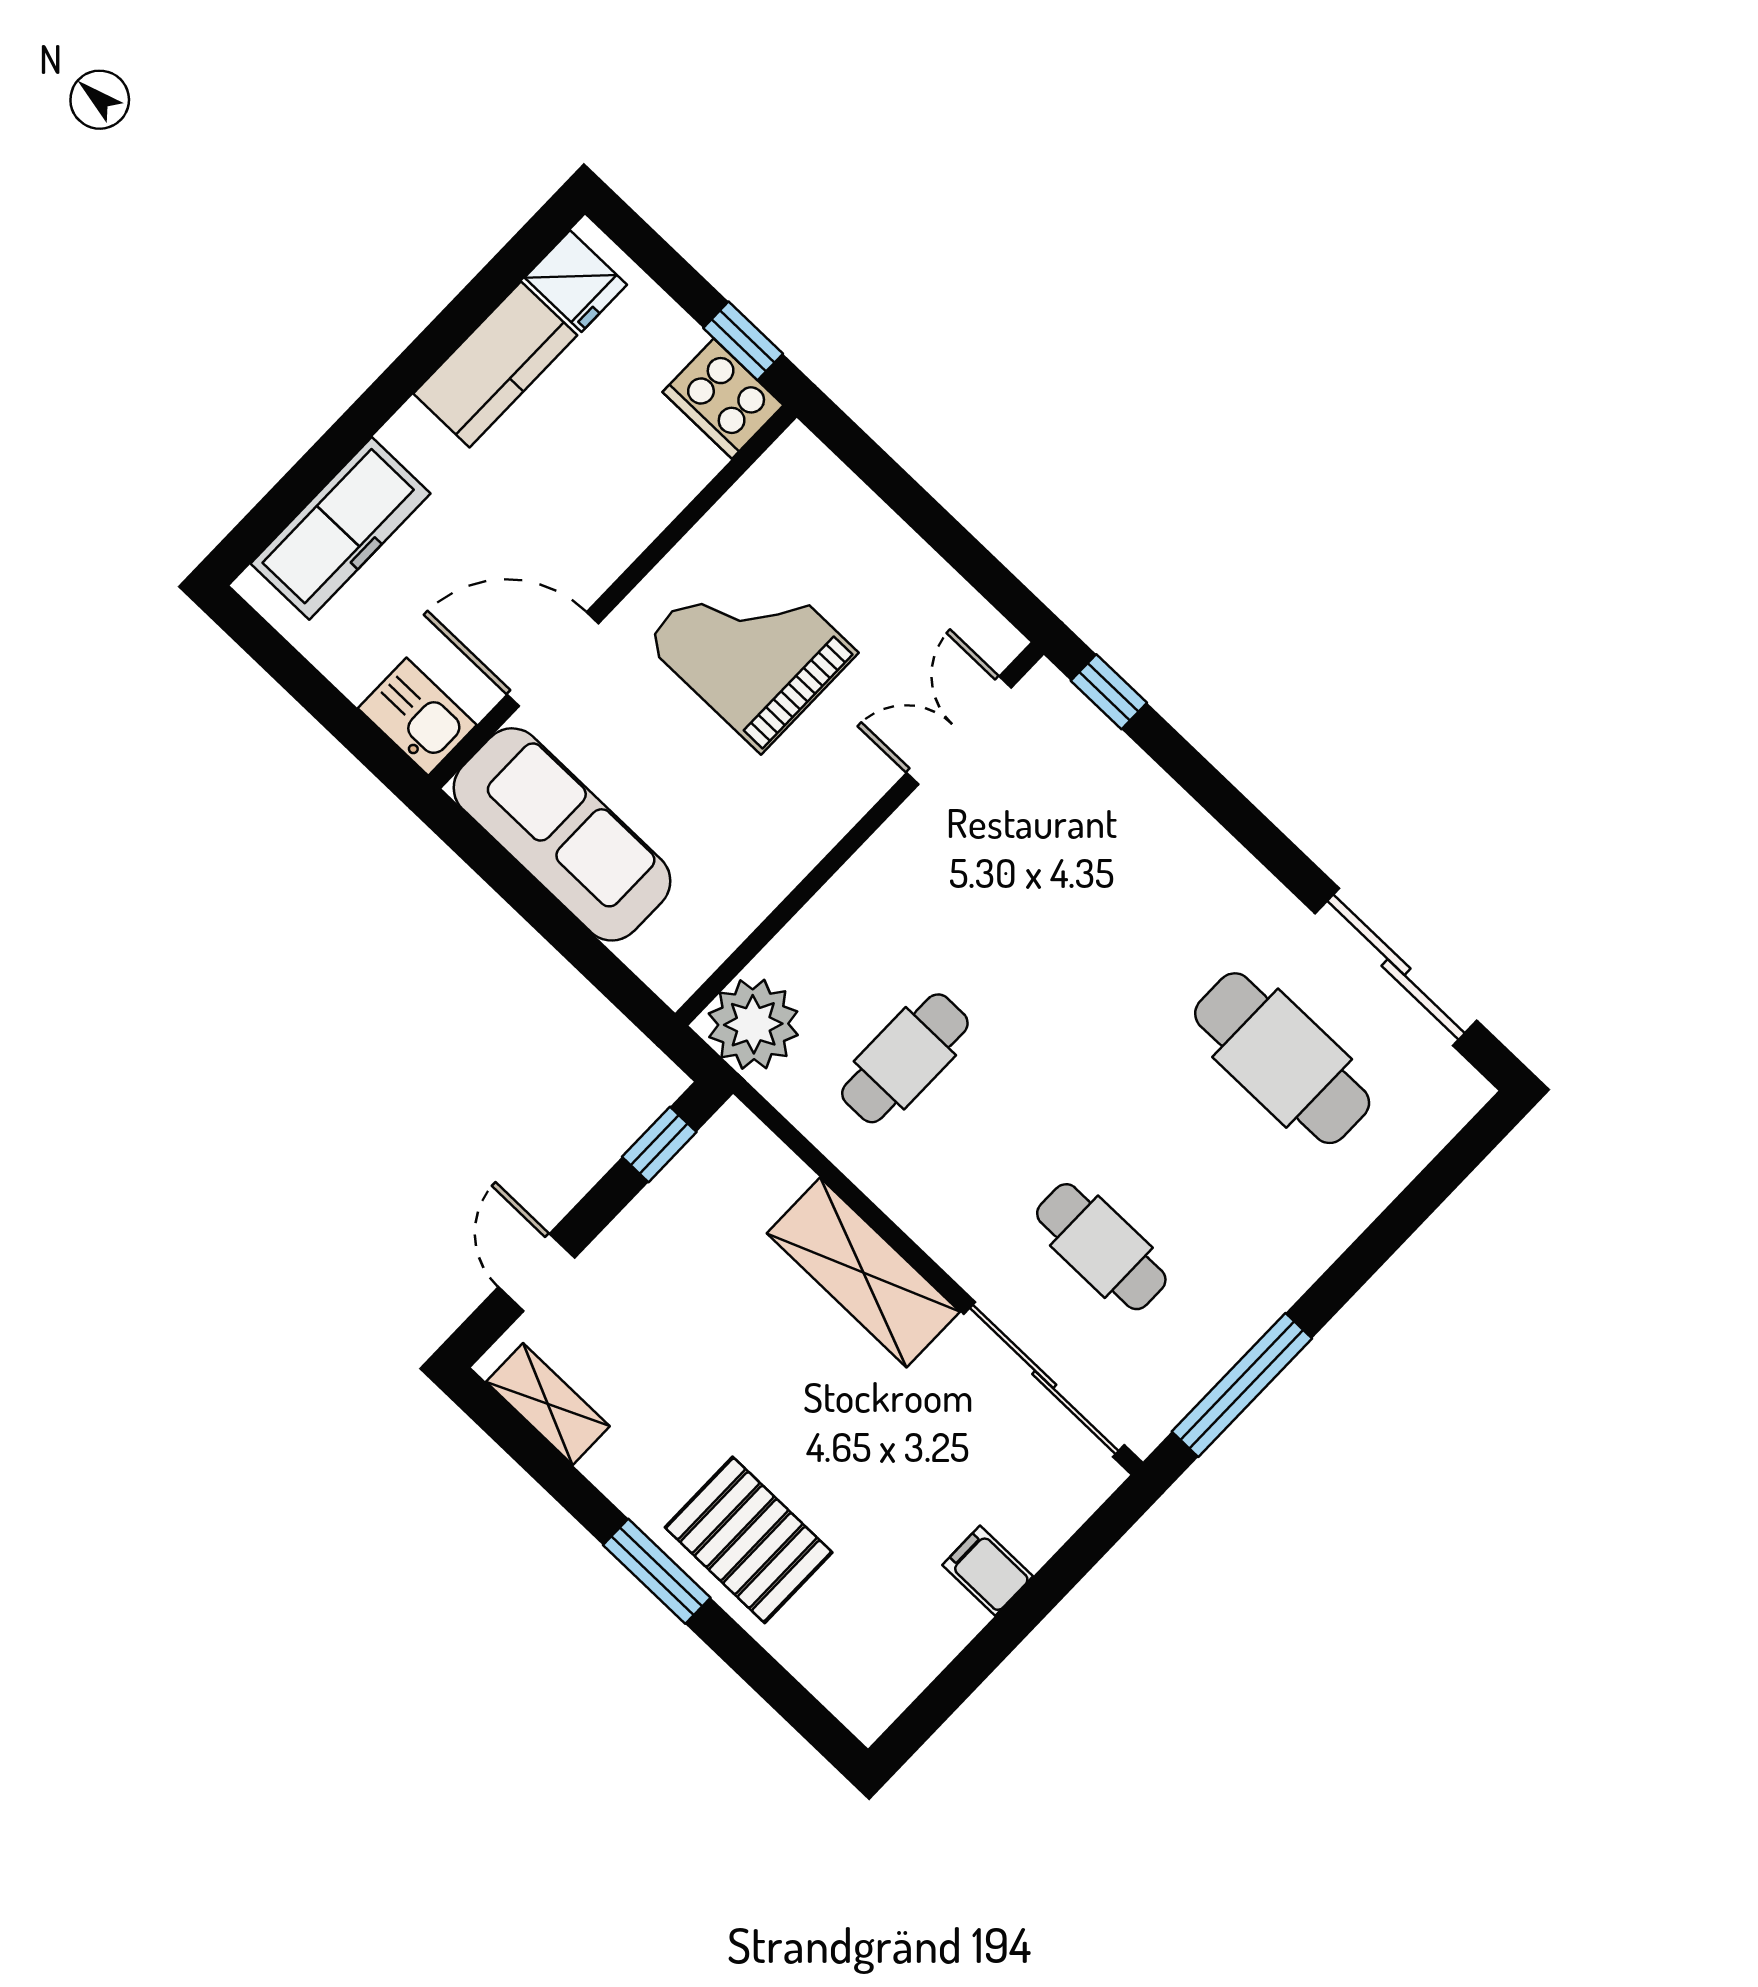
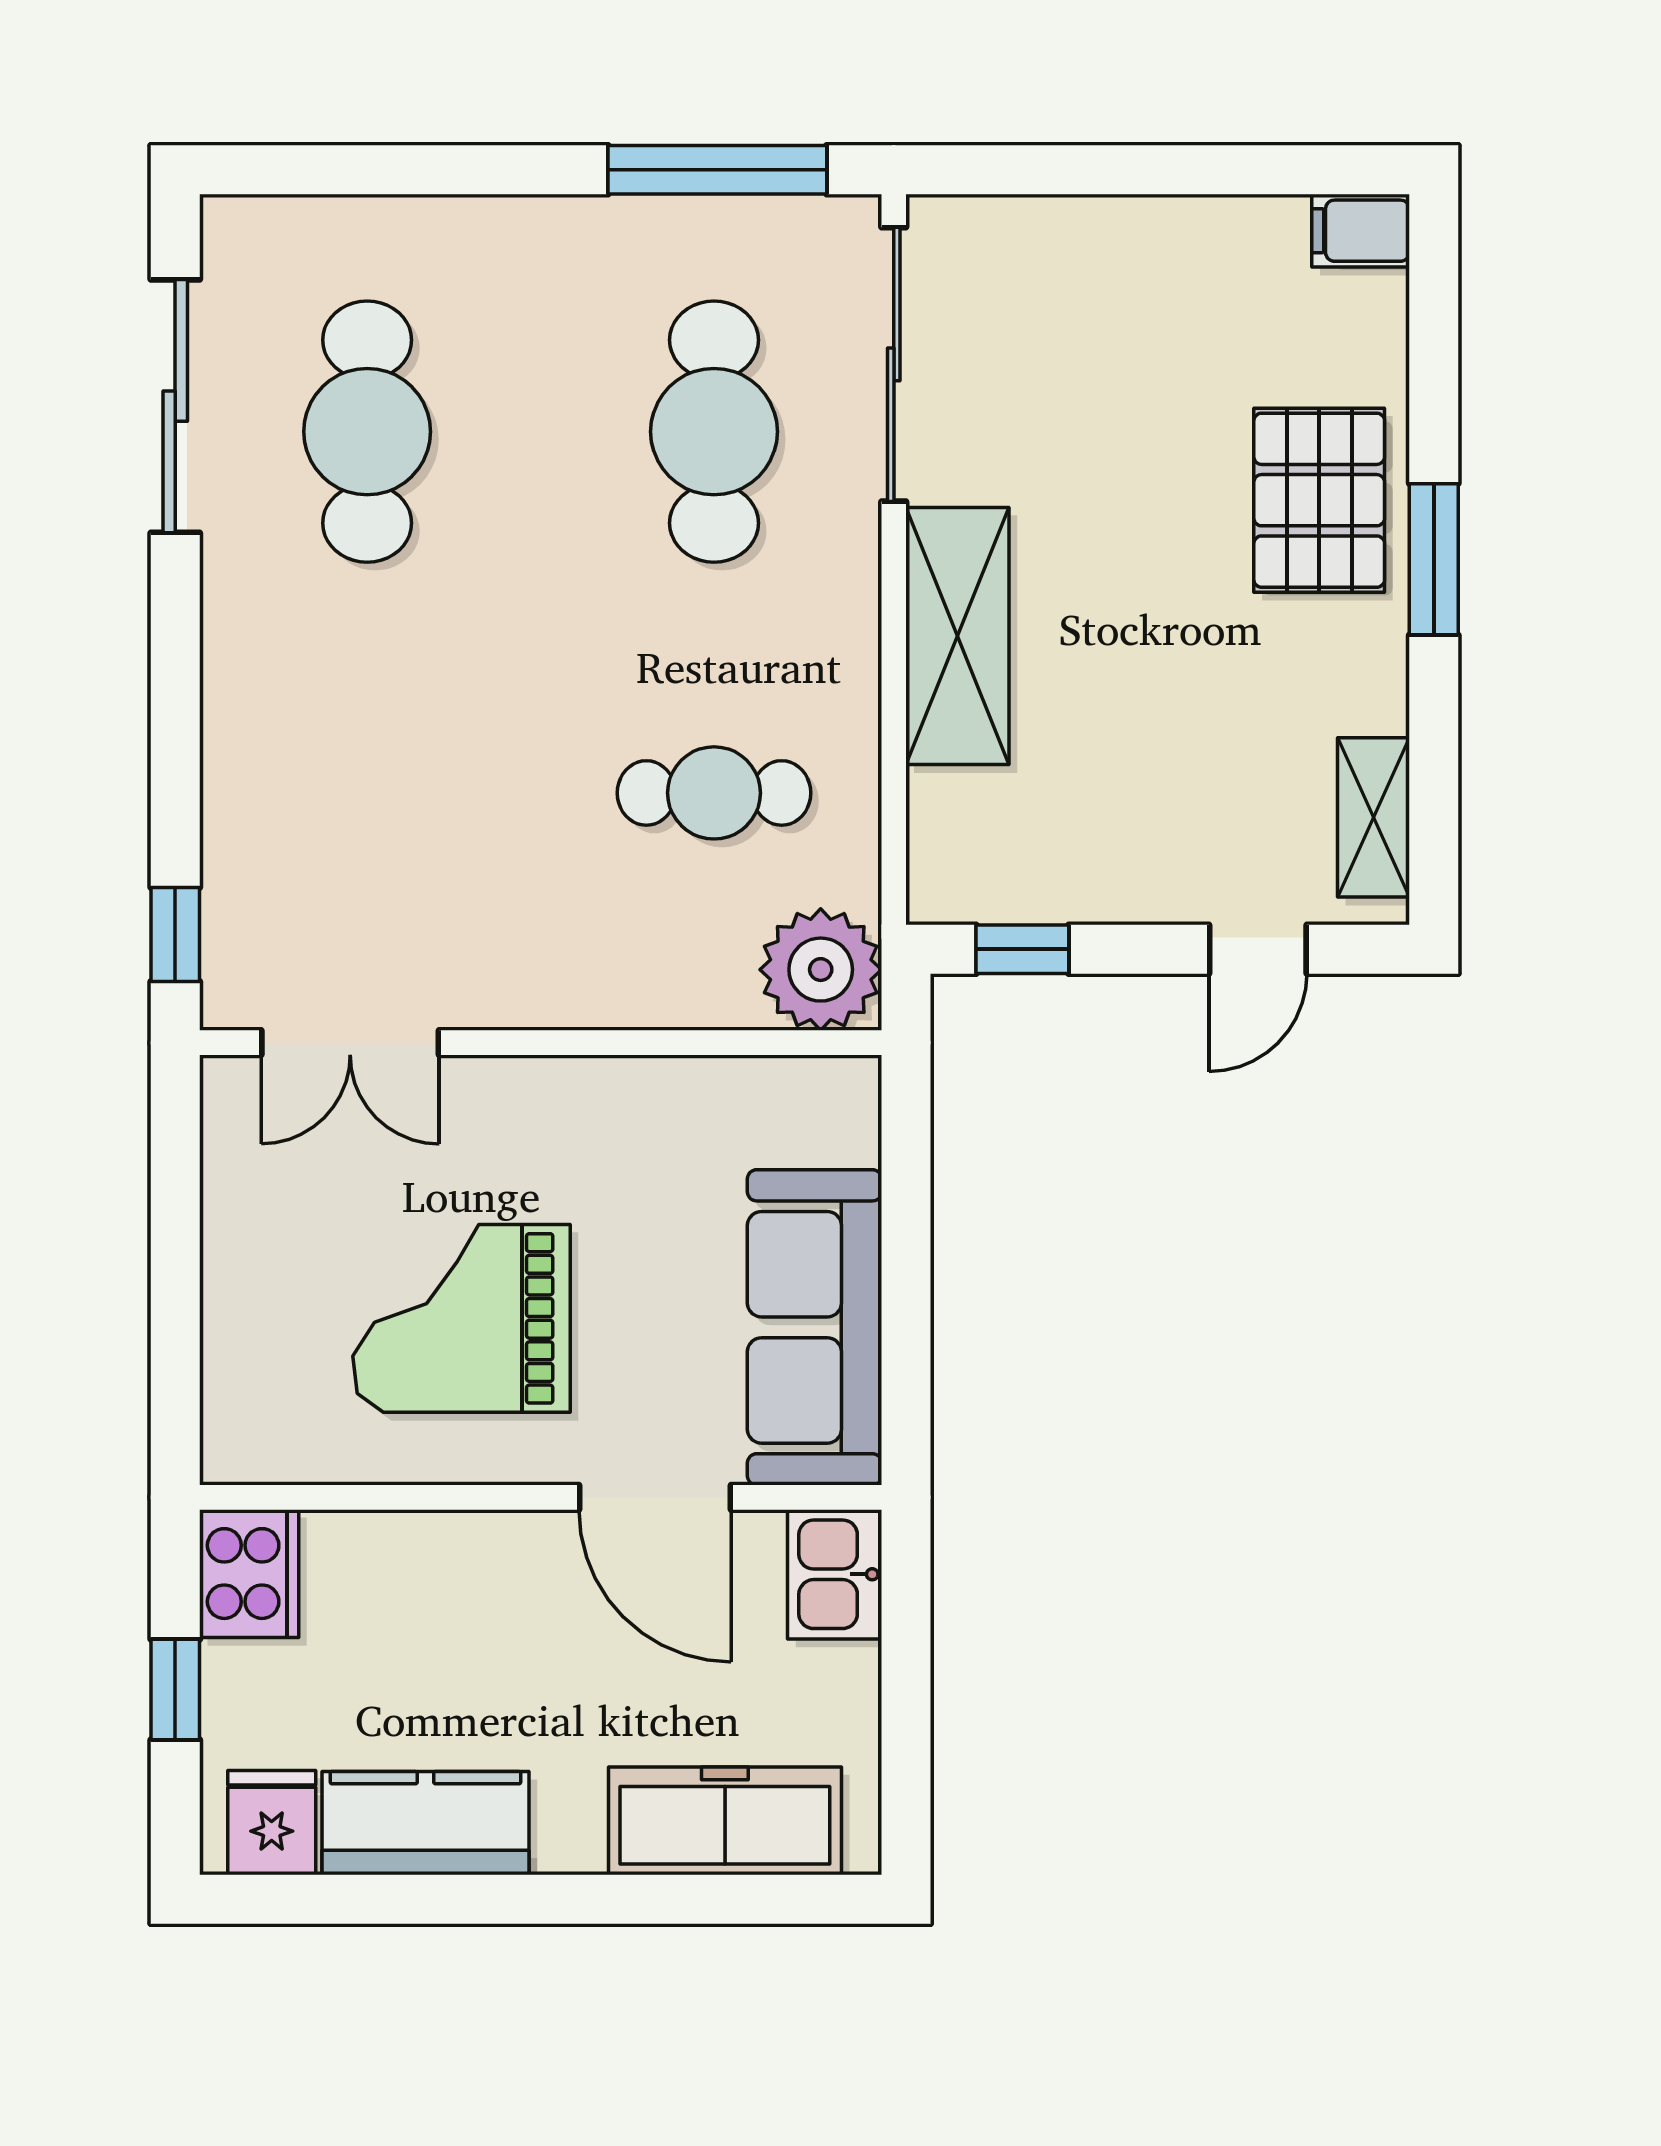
window: (743, 341) -> (175, 1690), moved
grand piano: (751, 647) -> (462, 1318), turned 90
cafe table: (1101, 1247) -> (714, 432), width x1.37, depth x1.35
filing cabinet: (988, 1571) -> (1361, 231), moved, turned 90

